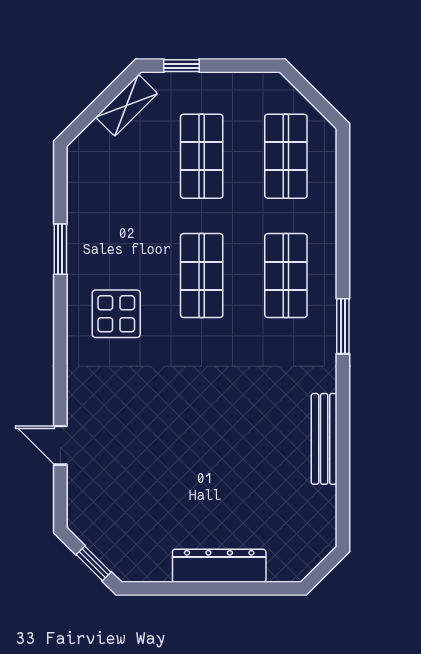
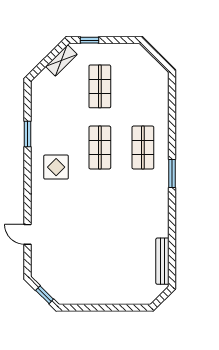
shop shelf: (286, 156) -> (143, 86), removed
bench: (324, 439) -> (162, 261), moved
dresser: (219, 566) -> (109, 296), removed

